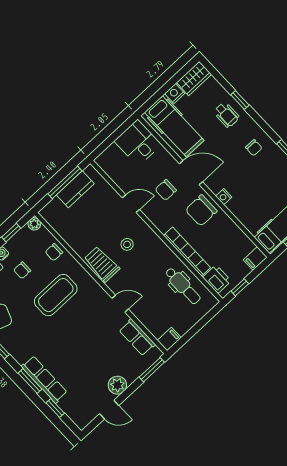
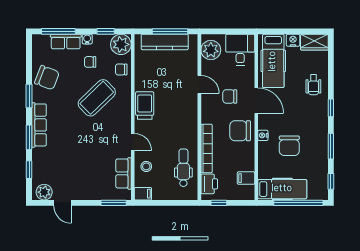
window: (240, 100) -> (331, 108), moved
chair: (254, 148) -> (289, 146), moved, width x1.87, depth x1.87
plant: (114, 166) -> (211, 50), added
kitchen counter: (75, 189) -> (165, 42), width x1.50
plant: (34, 224) -> (121, 44), width x1.87, depth x1.87
stool: (127, 244) -> (146, 166), moved
filing cabinet: (255, 258) -> (246, 178), moved
dental chair: (183, 286) -> (183, 168), turned 180
coffee table: (56, 295) -> (97, 98), turned -44
row of seats: (44, 379) -> (39, 125), moved
plant: (117, 385) -> (44, 192), moved

